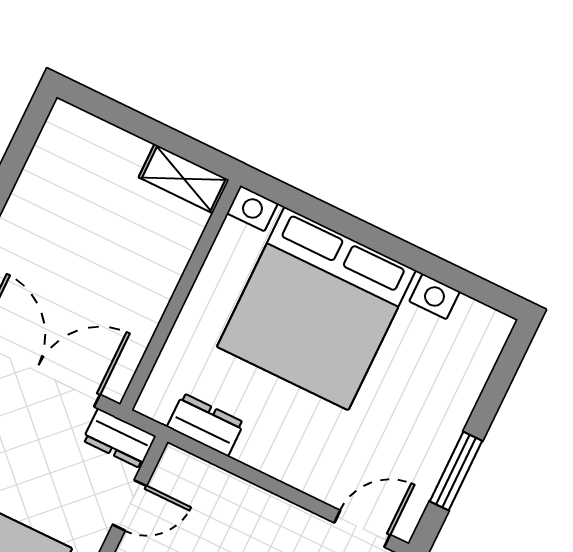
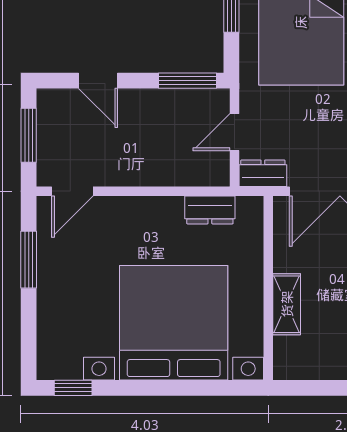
shelving: (184, 179) -> (287, 304), moved, turned 90
window: (477, 288) -> (73, 388), added

